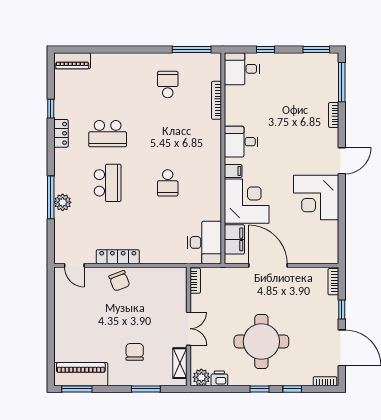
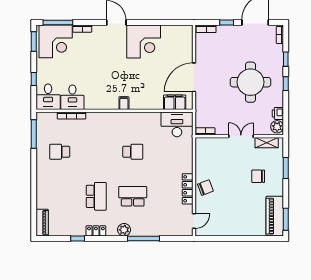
desk: (241, 142) -> (72, 97), moved
corner desk: (247, 201) -> (56, 41), moved, turned 180
plant: (63, 202) -> (124, 230), moved

